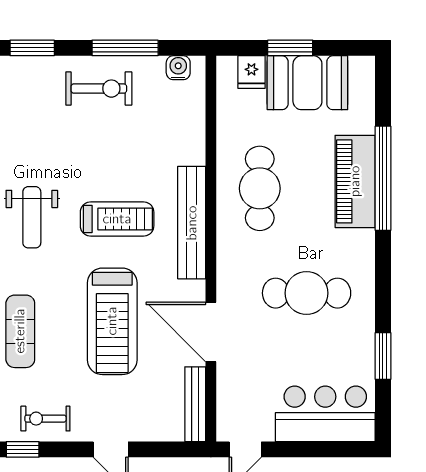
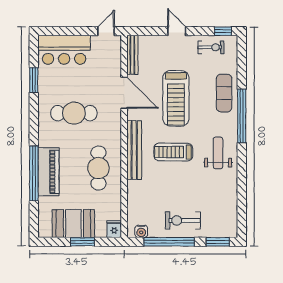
window: (125, 48) -> (169, 242), width x1.46
fridge: (251, 72) -> (114, 229), moved
treadmill: (112, 321) -> (176, 98), turned 180

